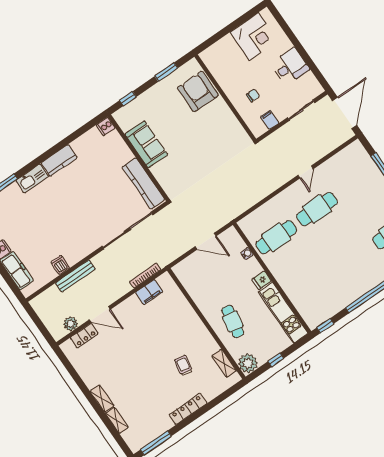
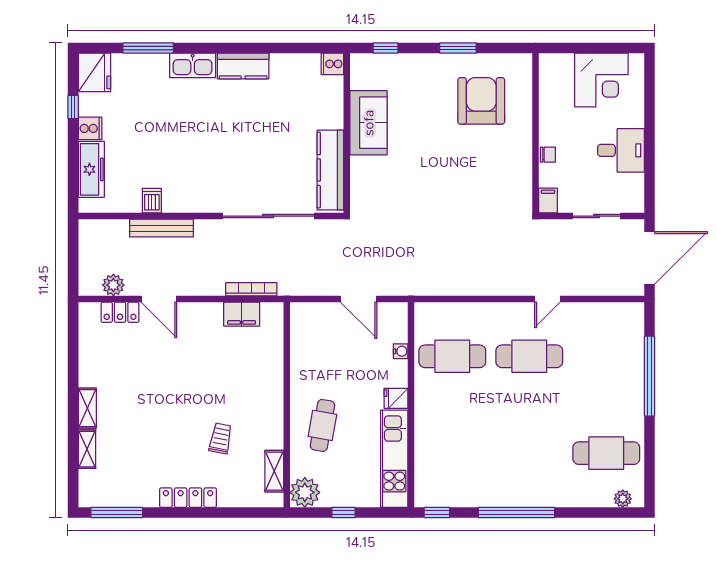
wall: (225, 98) -> (536, 133), moved

